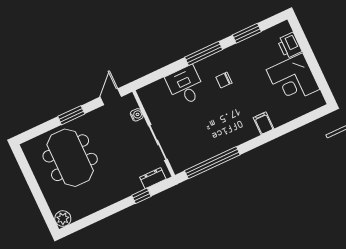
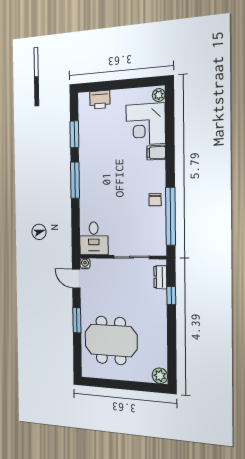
corner desk: (293, 79) -> (146, 124), moved, turned 90
chair: (224, 80) -> (155, 200), moved
desk: (185, 86) -> (94, 238), moved, turned -90
plant: (316, 102) -> (159, 95), added
water cooler: (137, 115) -> (85, 264), moved

